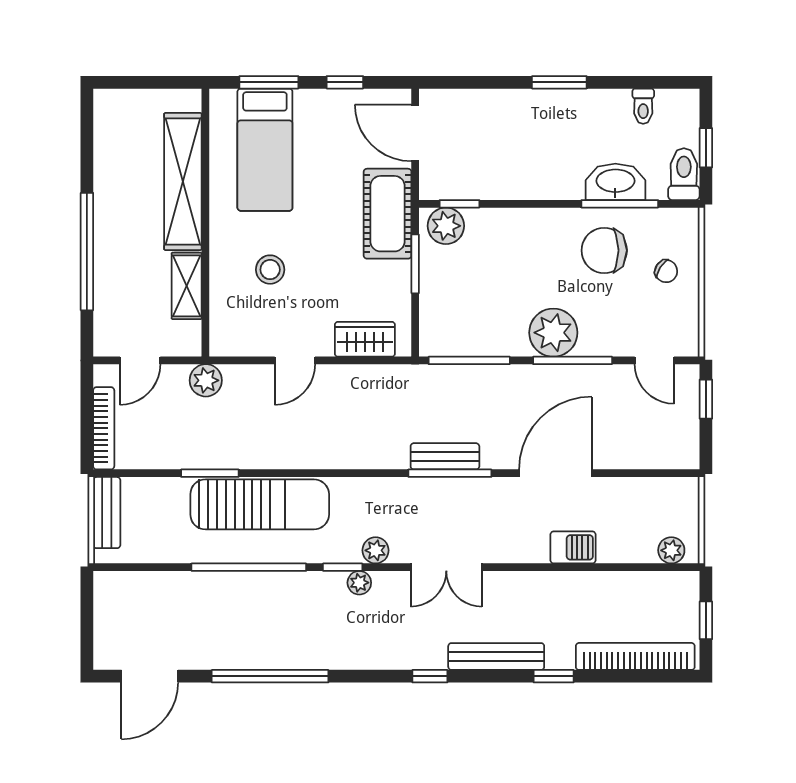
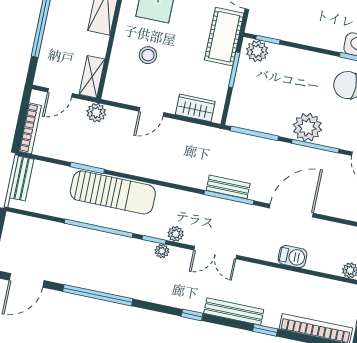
shelving: (187, 286) -> (92, 77), moved

